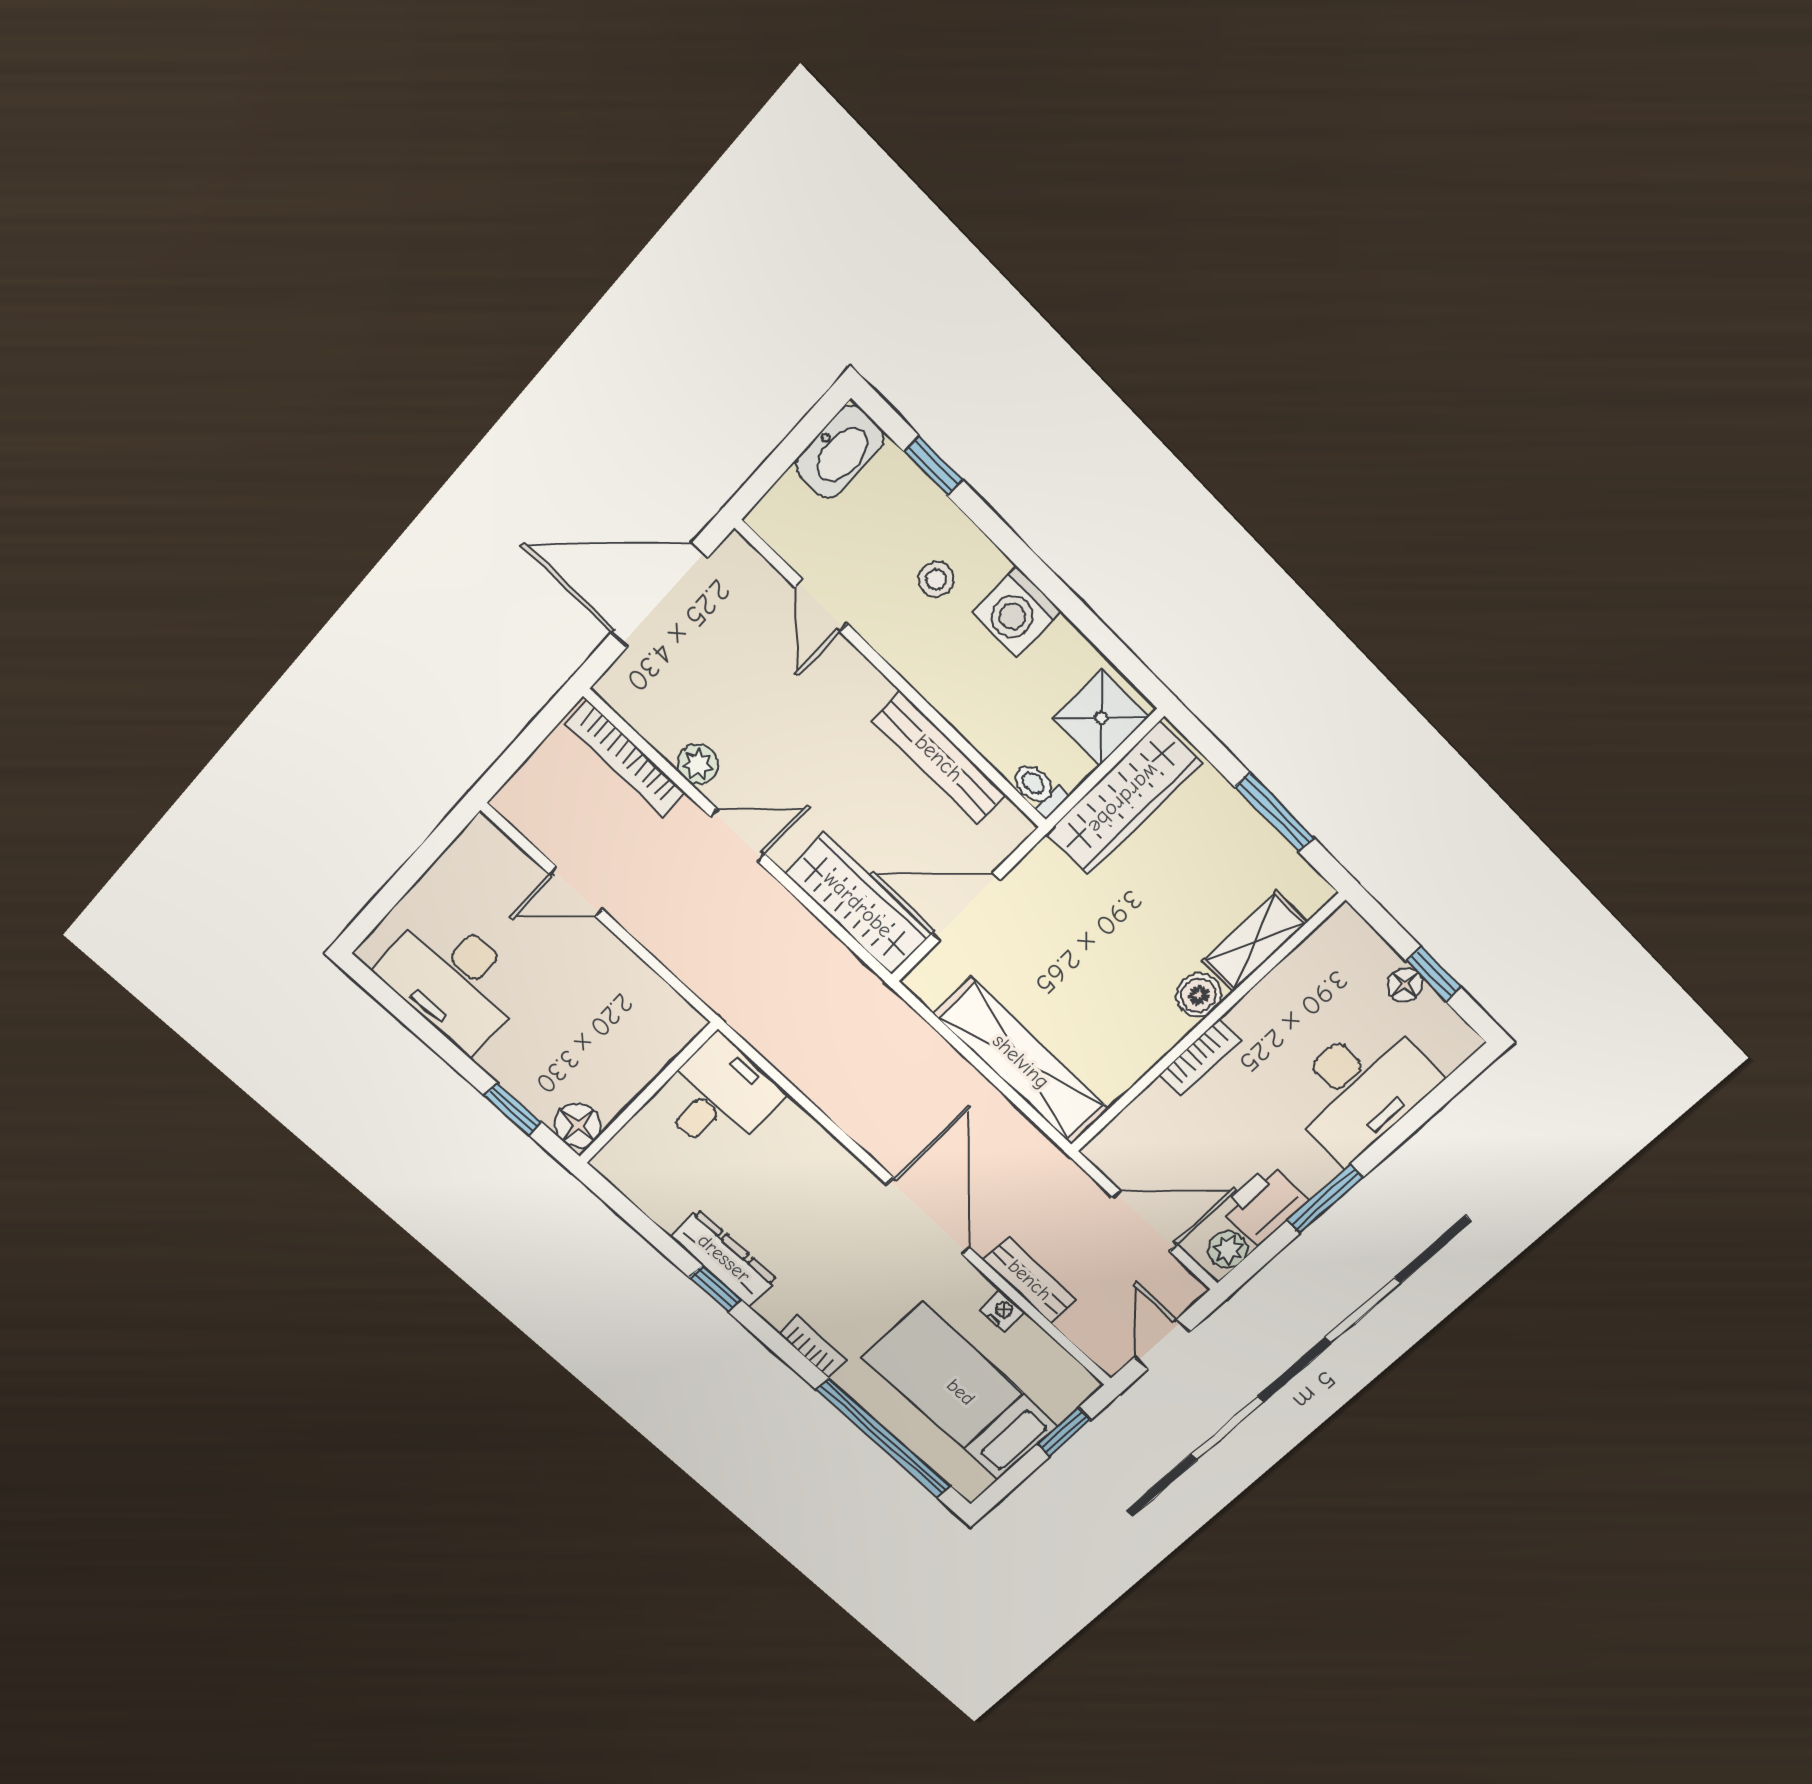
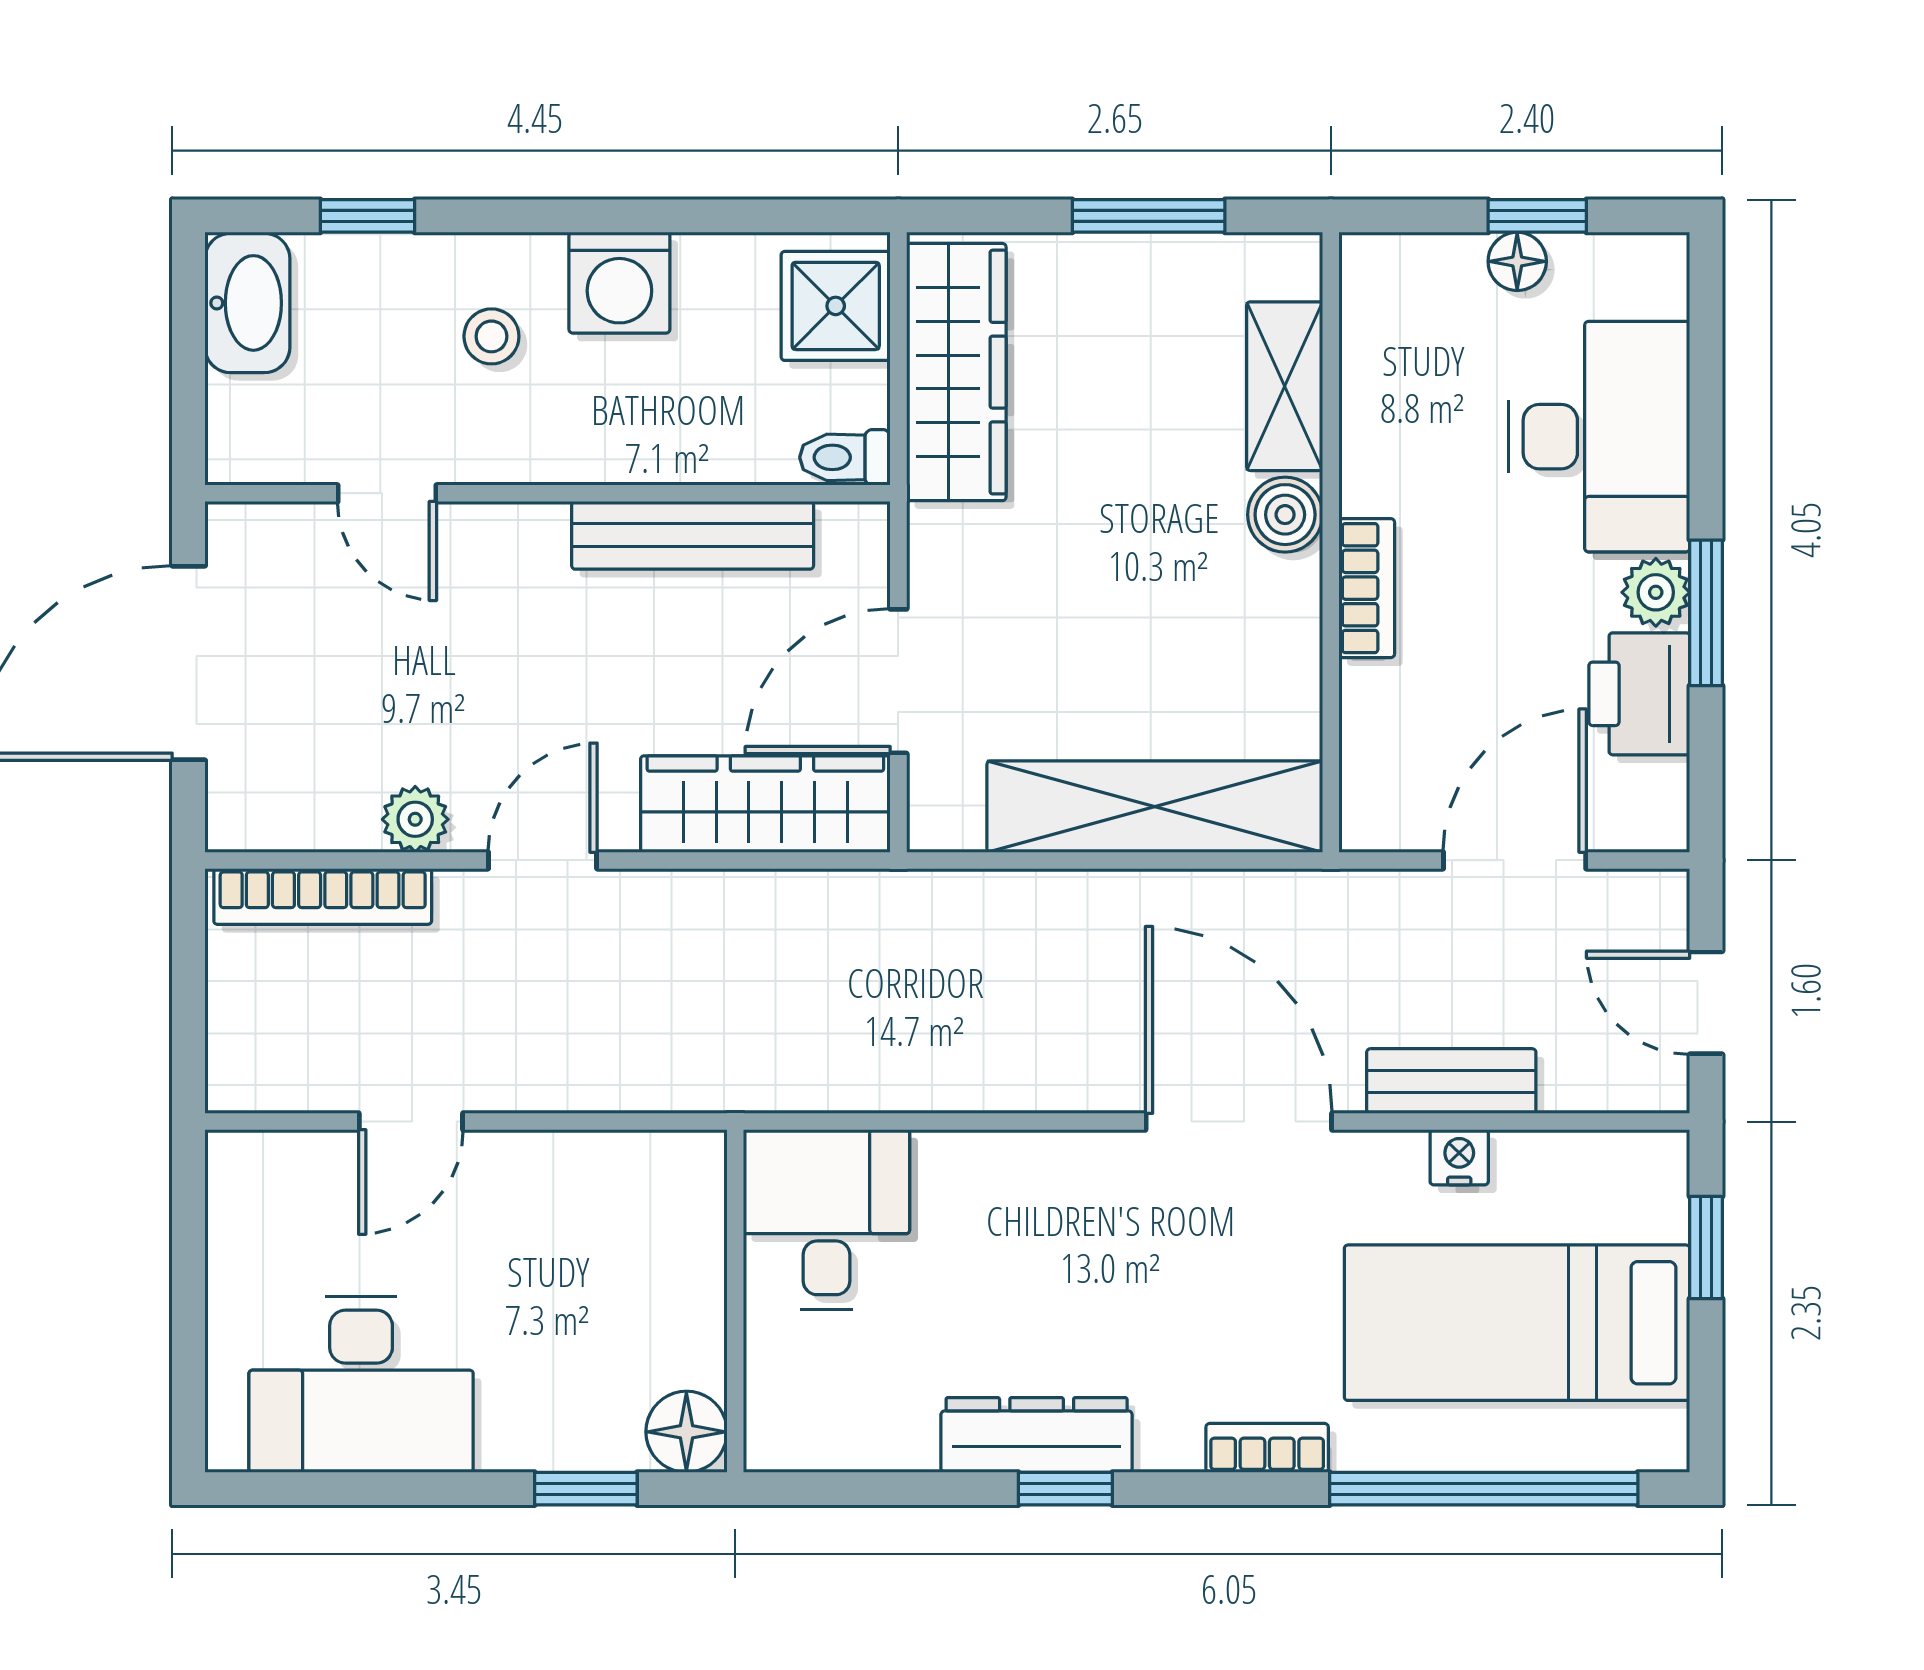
plant: (1228, 1249) -> (1656, 592), moved

